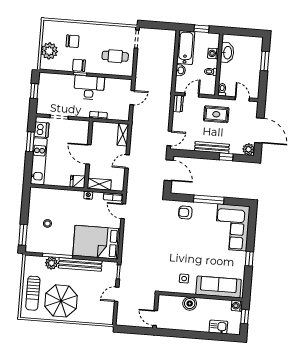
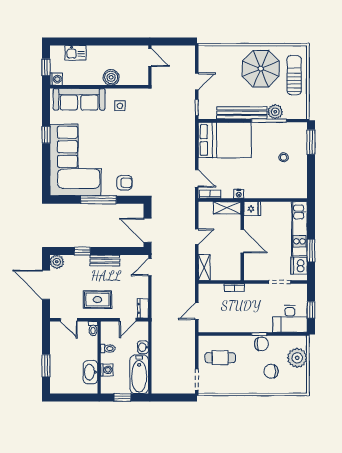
desk: (89, 88) -> (290, 319), moved
bench: (212, 148) -> (105, 261), width x0.73
corner sofa: (232, 227) -> (75, 160), width x1.36, depth x1.36

